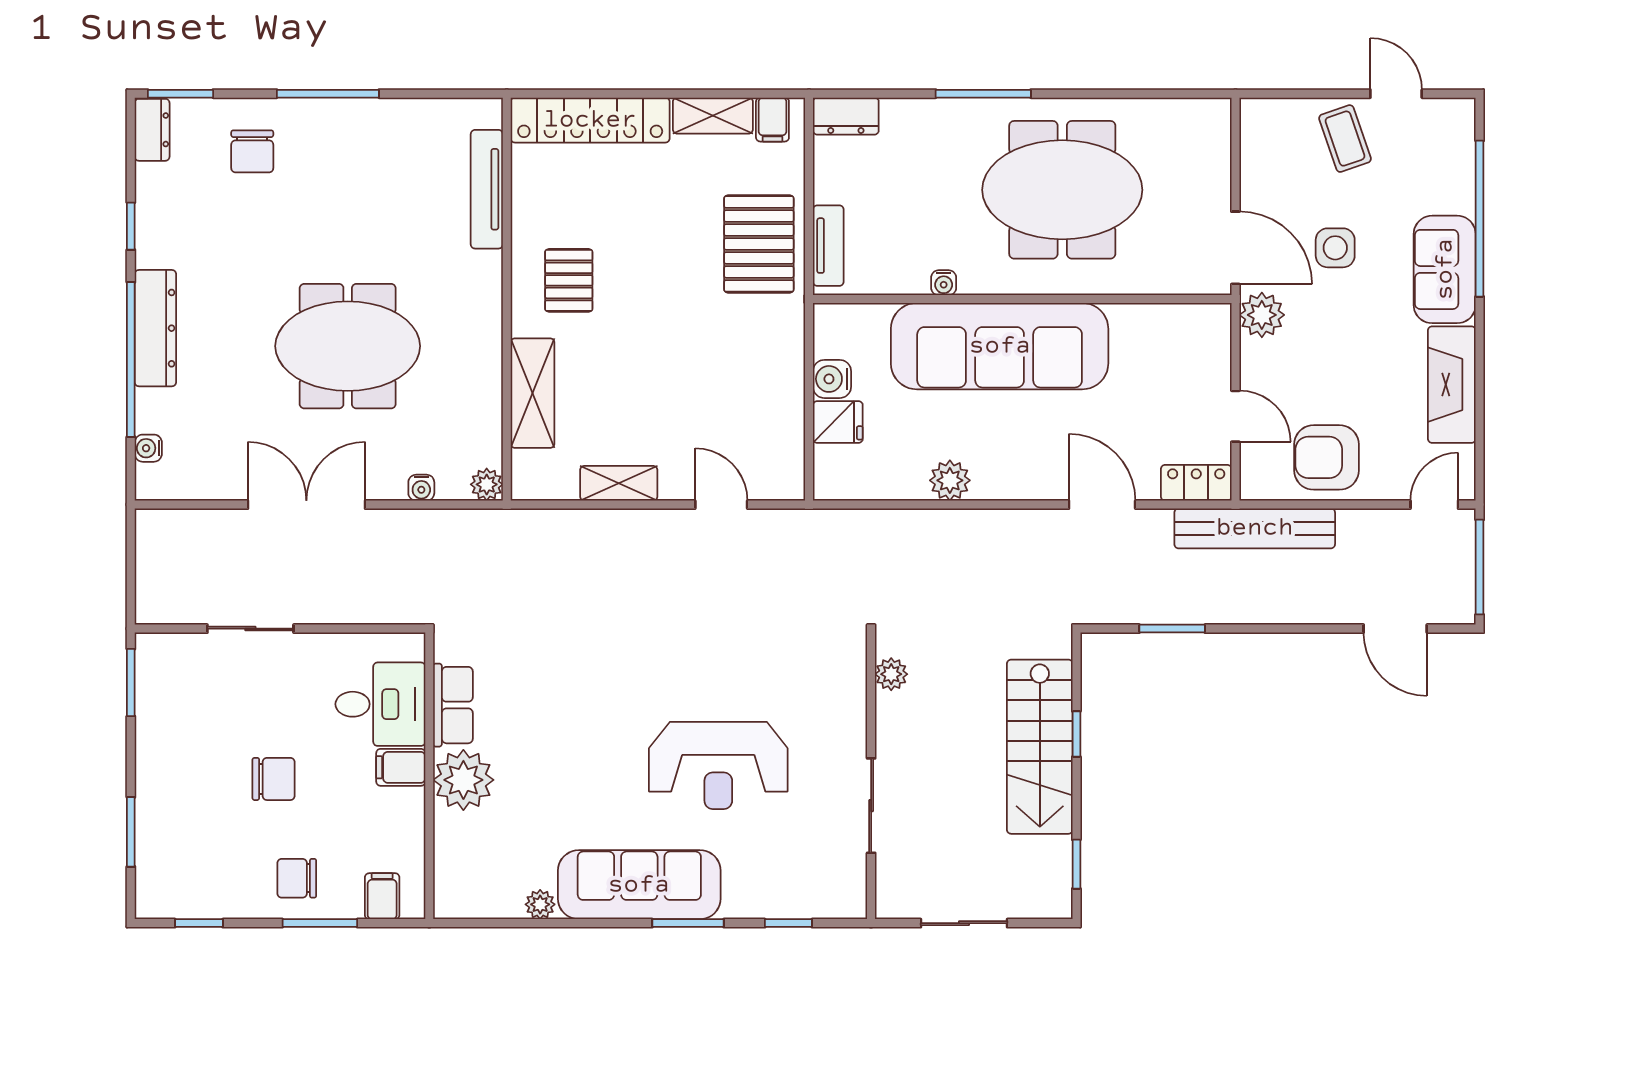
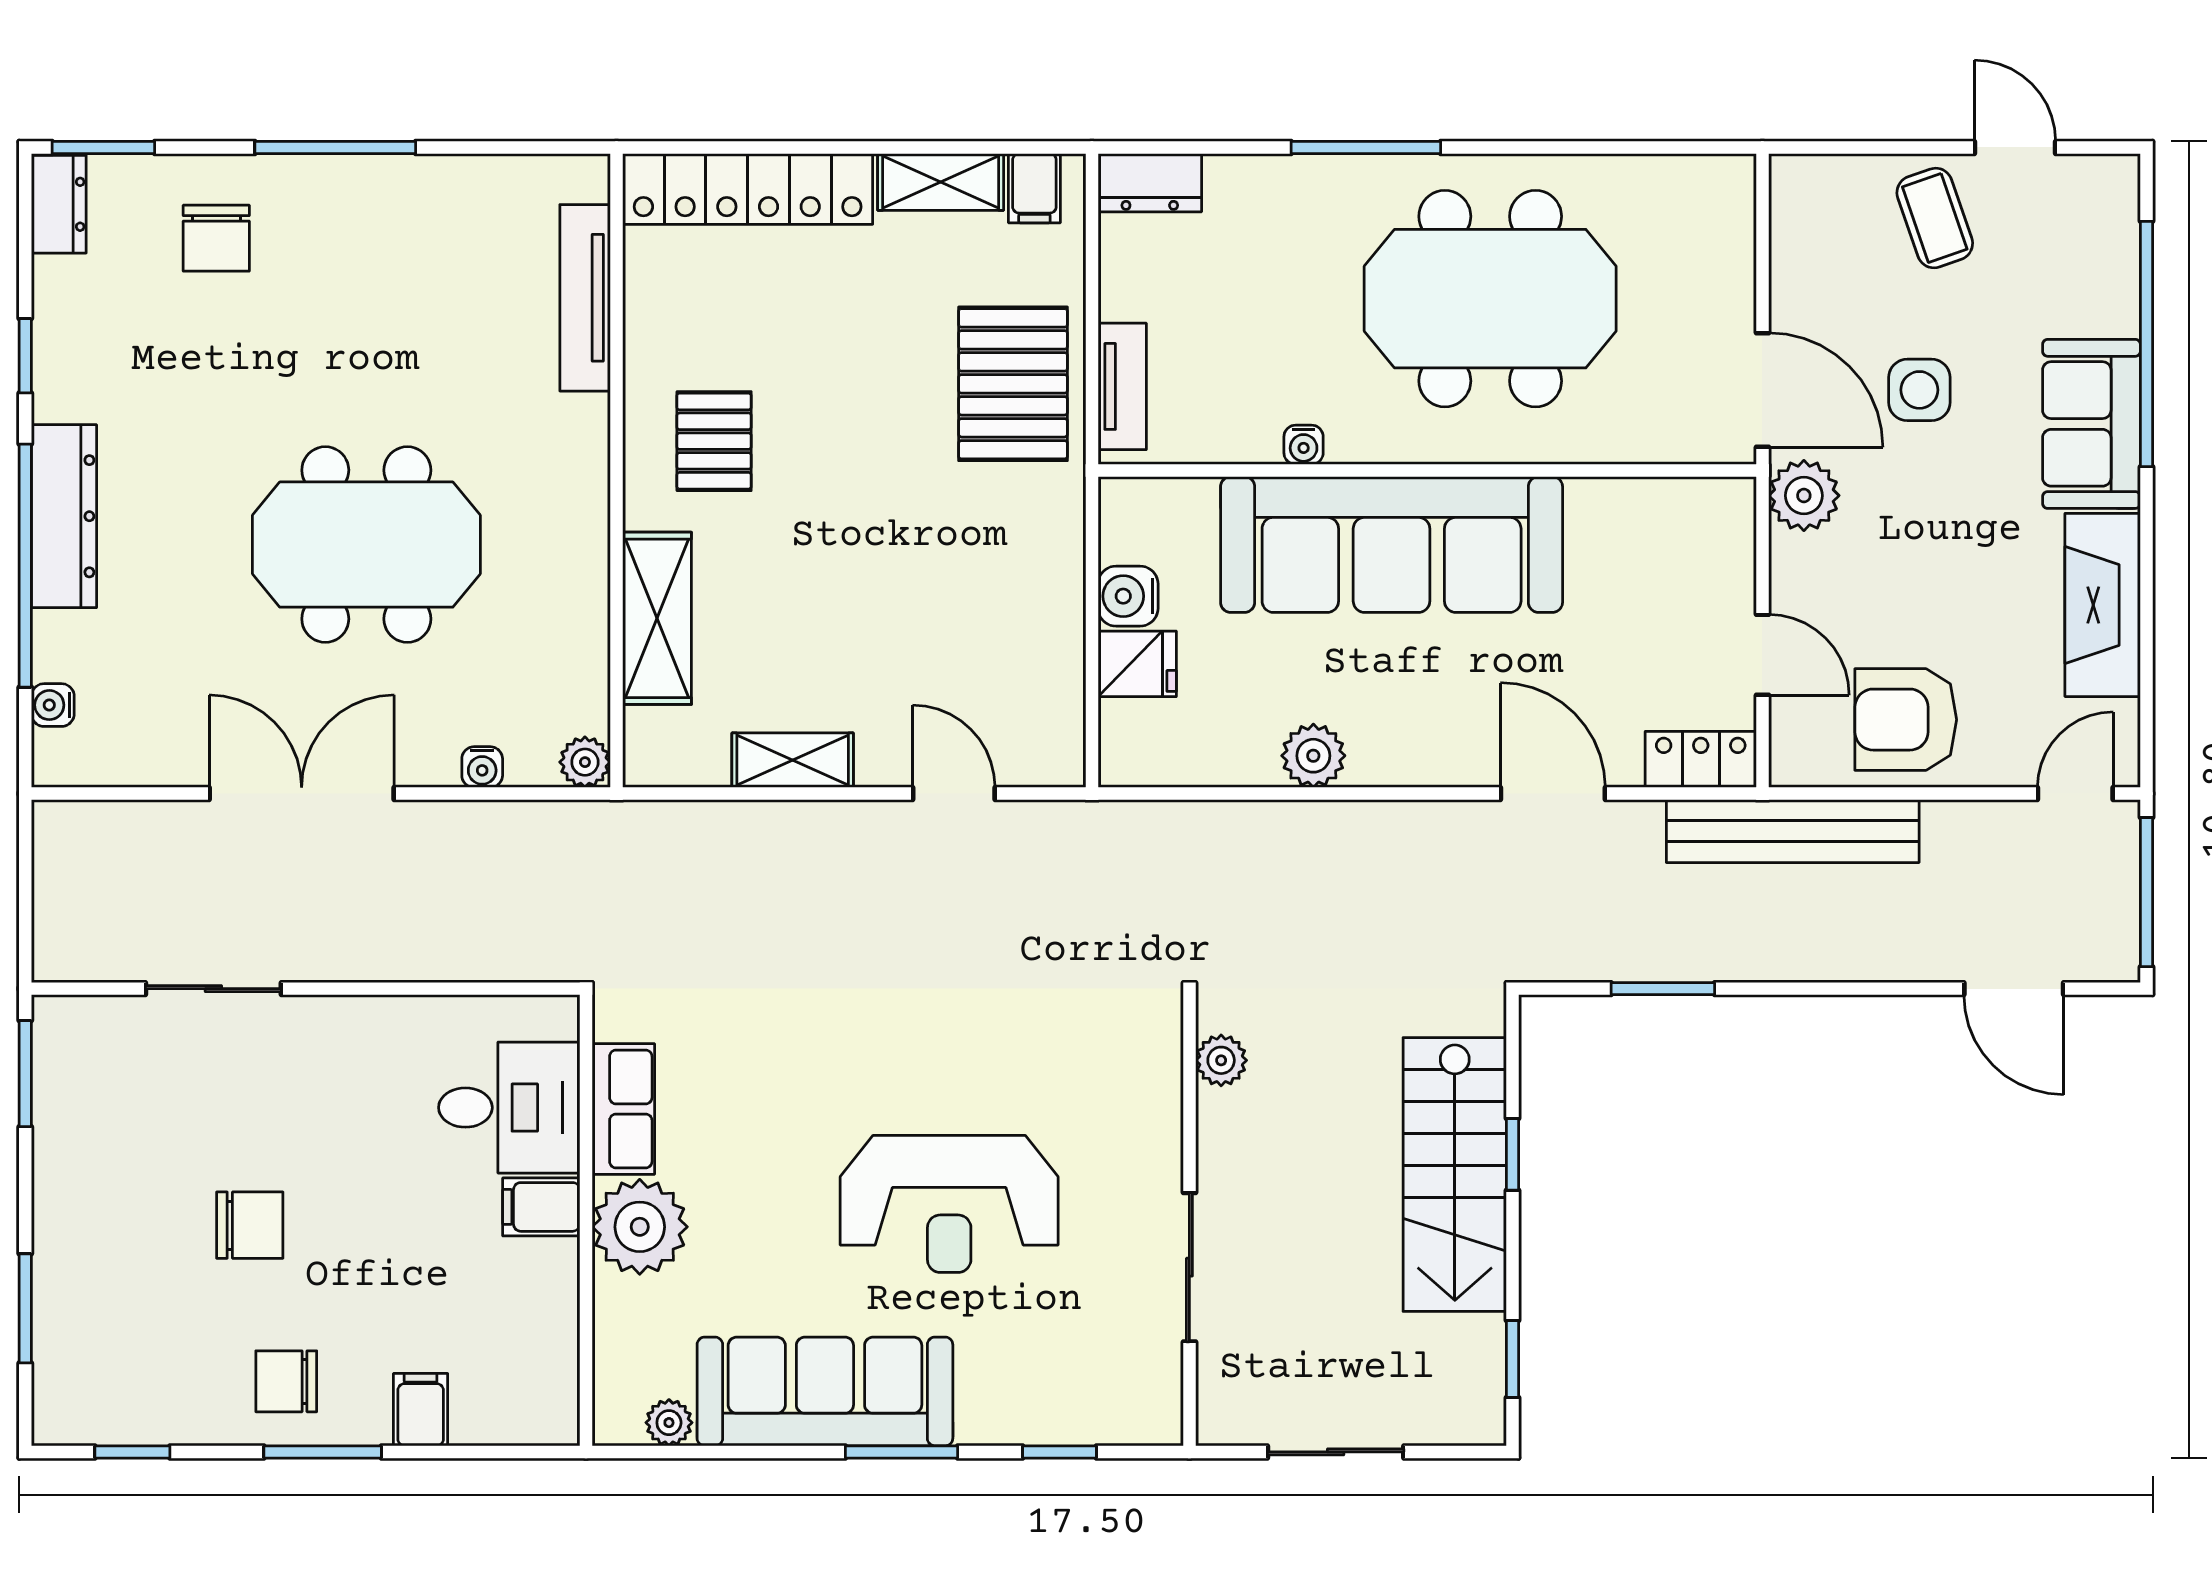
desk: (380, 704) -> (509, 1108), moved
row of seats: (453, 705) -> (623, 1109), moved
filing cabinet: (401, 767) -> (541, 1207), moved
wall: (429, 776) -> (586, 1220), moved
plant: (463, 780) -> (640, 1227), moved

